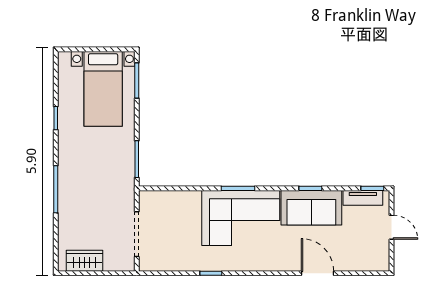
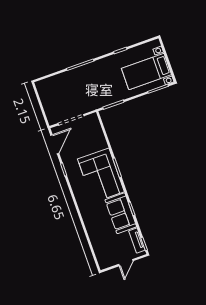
wardrobe: (85, 261) -> (45, 95), removed
door: (317, 273) -> (55, 144), moved

